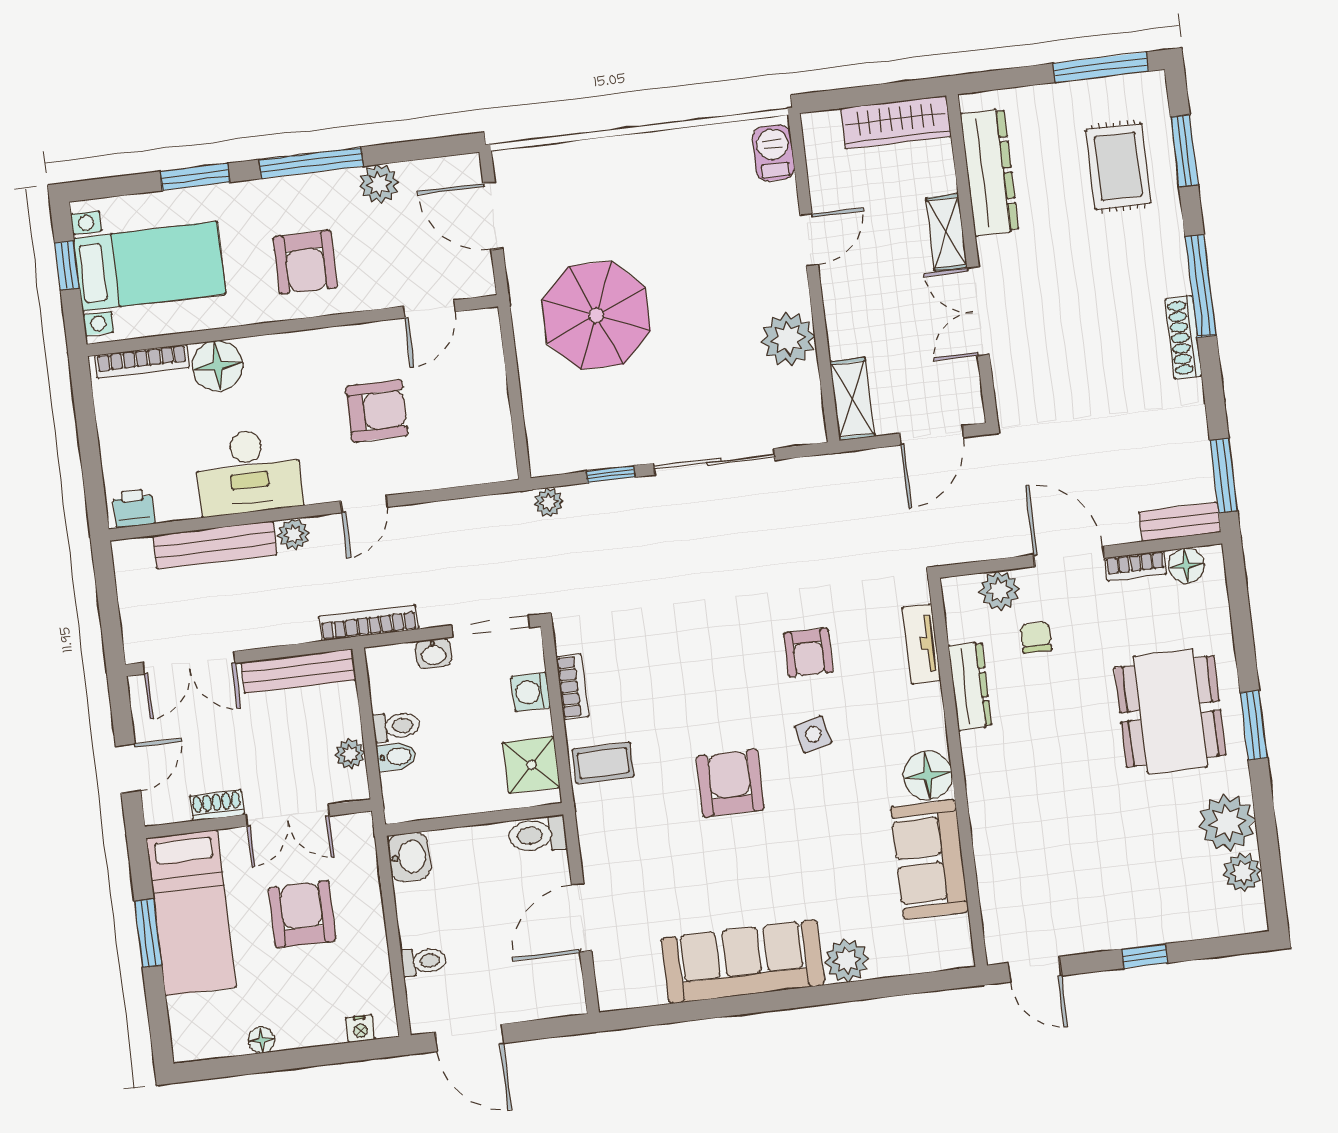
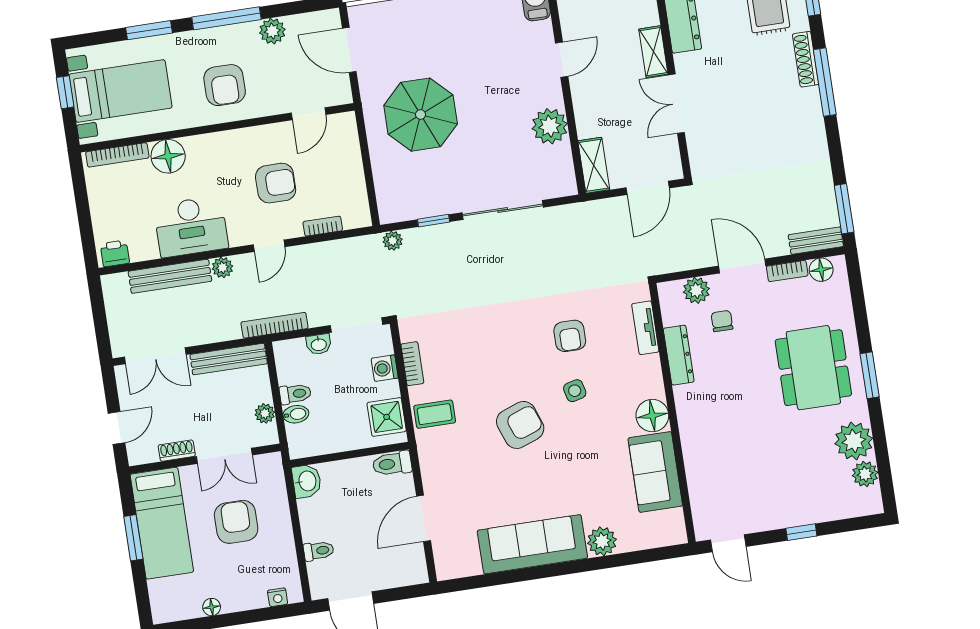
shoe rack: (1183, 338) -> (806, 59), moved
bookcase: (445, 477) -> (323, 226), added
armchair: (730, 783) -> (520, 425), turned 70

